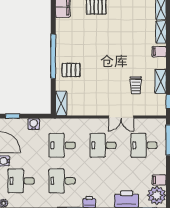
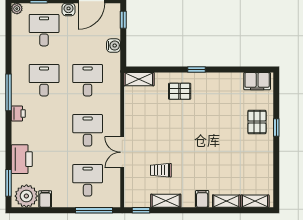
window: (53, 56) -> (197, 69), width x0.32
pallet: (71, 70) -> (180, 91), turned 90

